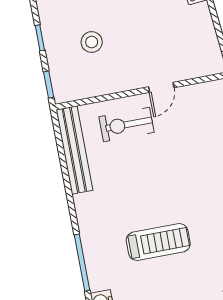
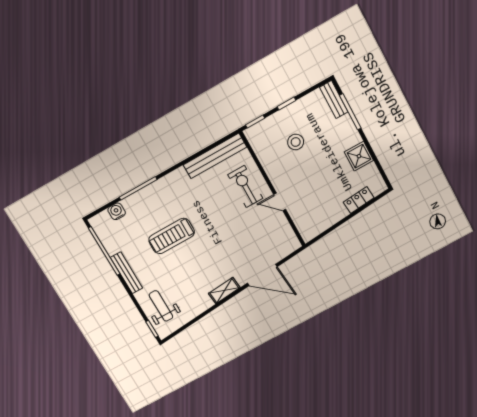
treadmill: (158, 242) -> (172, 236), turned 90

